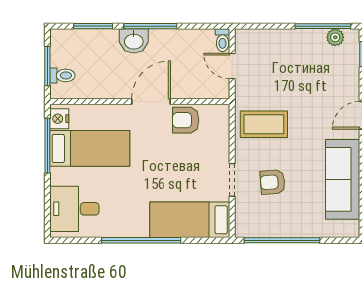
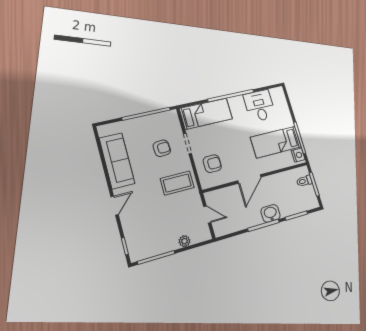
plant: (335, 37) -> (184, 241), moved
toilet: (222, 40) -> (218, 229), removed
armchair: (186, 120) -> (212, 164), moved
desk: (74, 209) -> (260, 106), moved, turned -90

